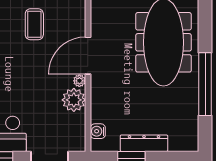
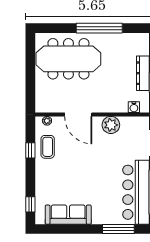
coffee table: (34, 24) -> (48, 147), moved, turned 90
plant: (79, 81) -> (47, 121), moved

